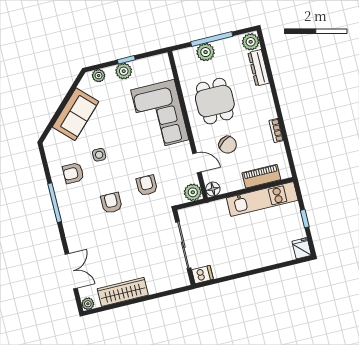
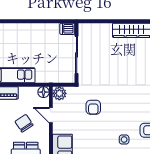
armchair: (111, 203) -> (124, 100), removed

